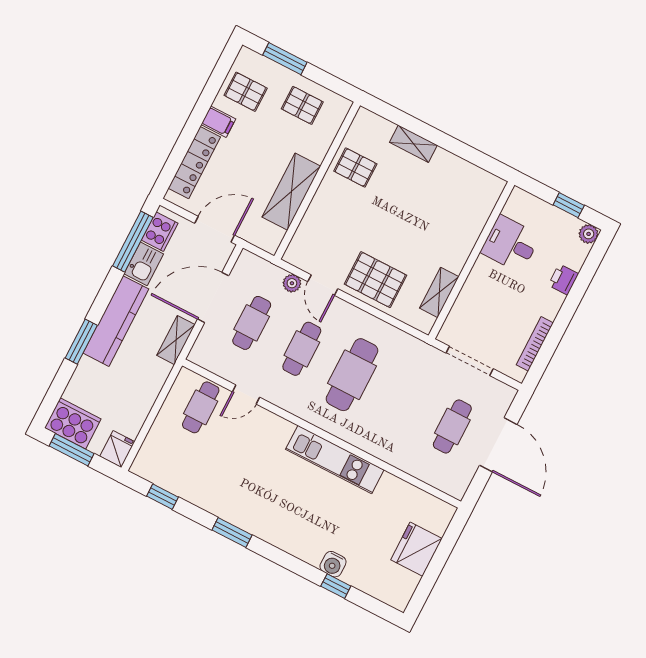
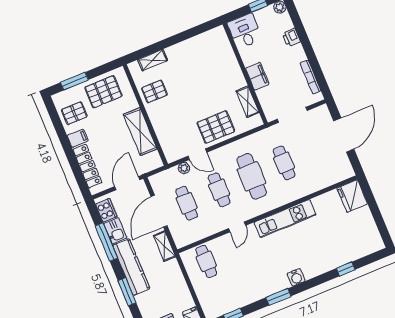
pallet: (302, 105) -> (104, 92), width x1.50, depth x1.42
shelving: (413, 144) -> (153, 60), moved
window: (133, 242) -> (106, 242), moved
desk: (510, 244) -> (245, 31), moved, turned 90
filing cabinet: (481, 278) -> (257, 76), added
door: (246, 395) -> (237, 227), moved
cafe table: (452, 426) -> (284, 163), moved
door: (498, 445) -> (344, 135), hinge flipped
fridge: (416, 549) -> (352, 196), moved
water cooler: (333, 564) -> (296, 277), moved

